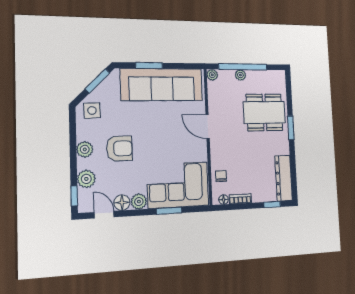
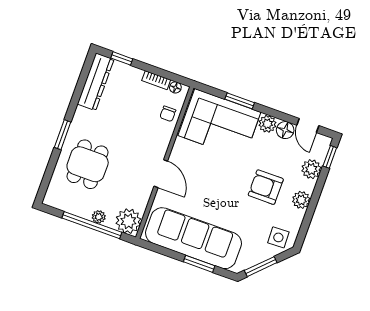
plant: (212, 75) -> (128, 221), width x1.88, depth x1.88
dining table: (264, 112) -> (88, 164), width x0.73

